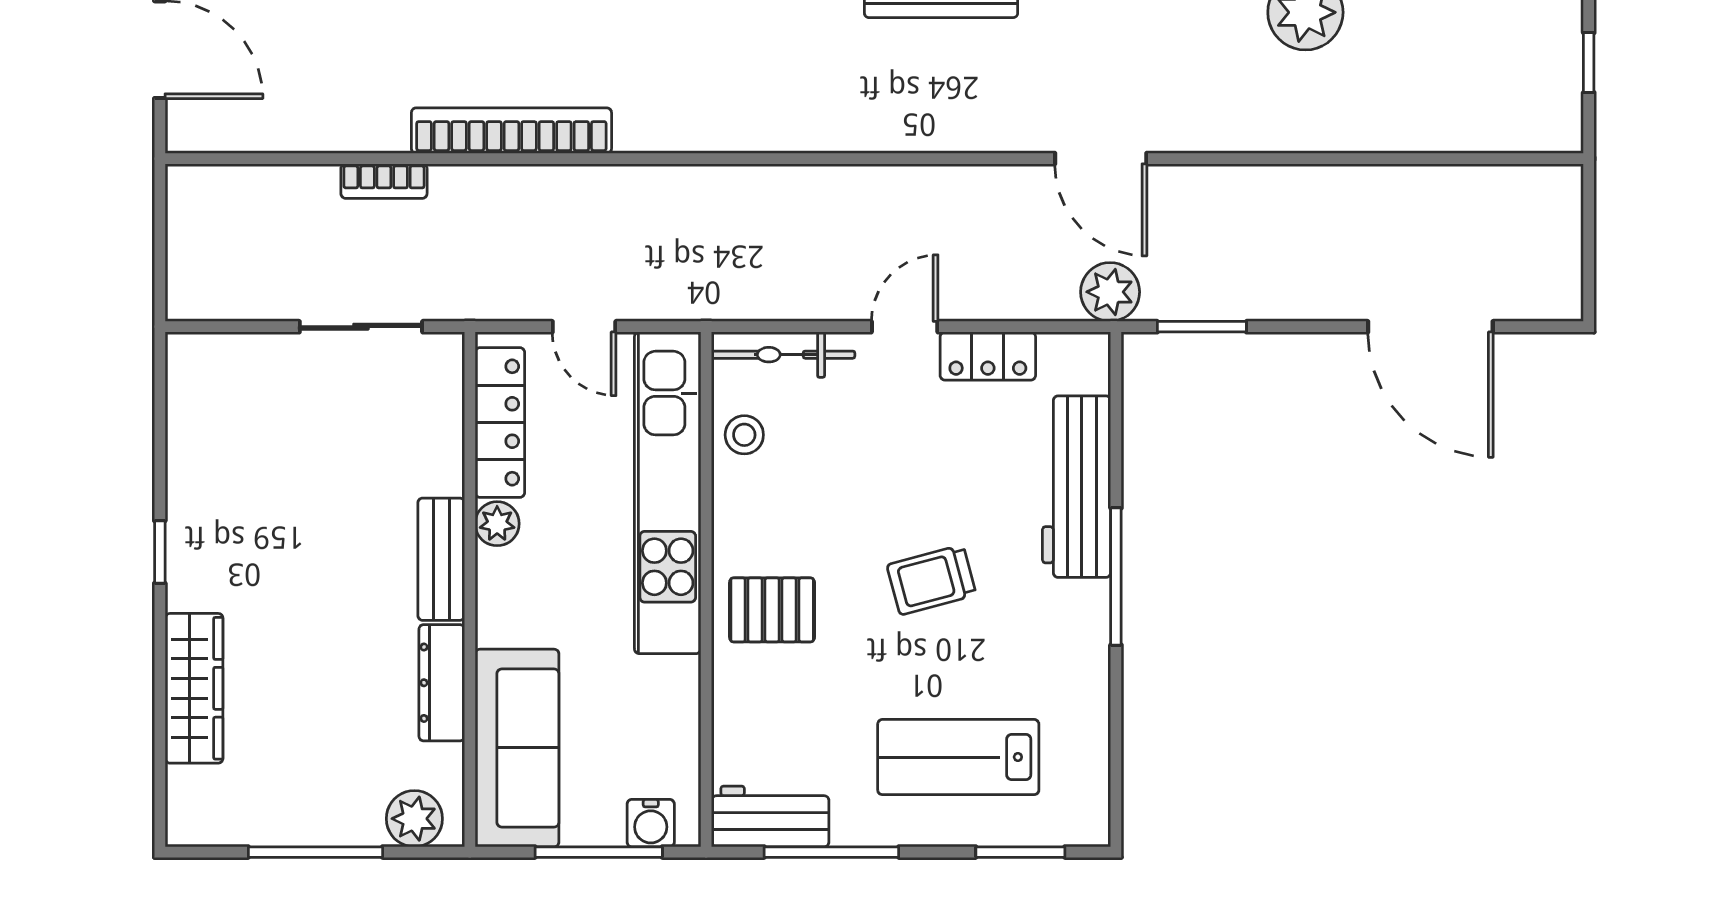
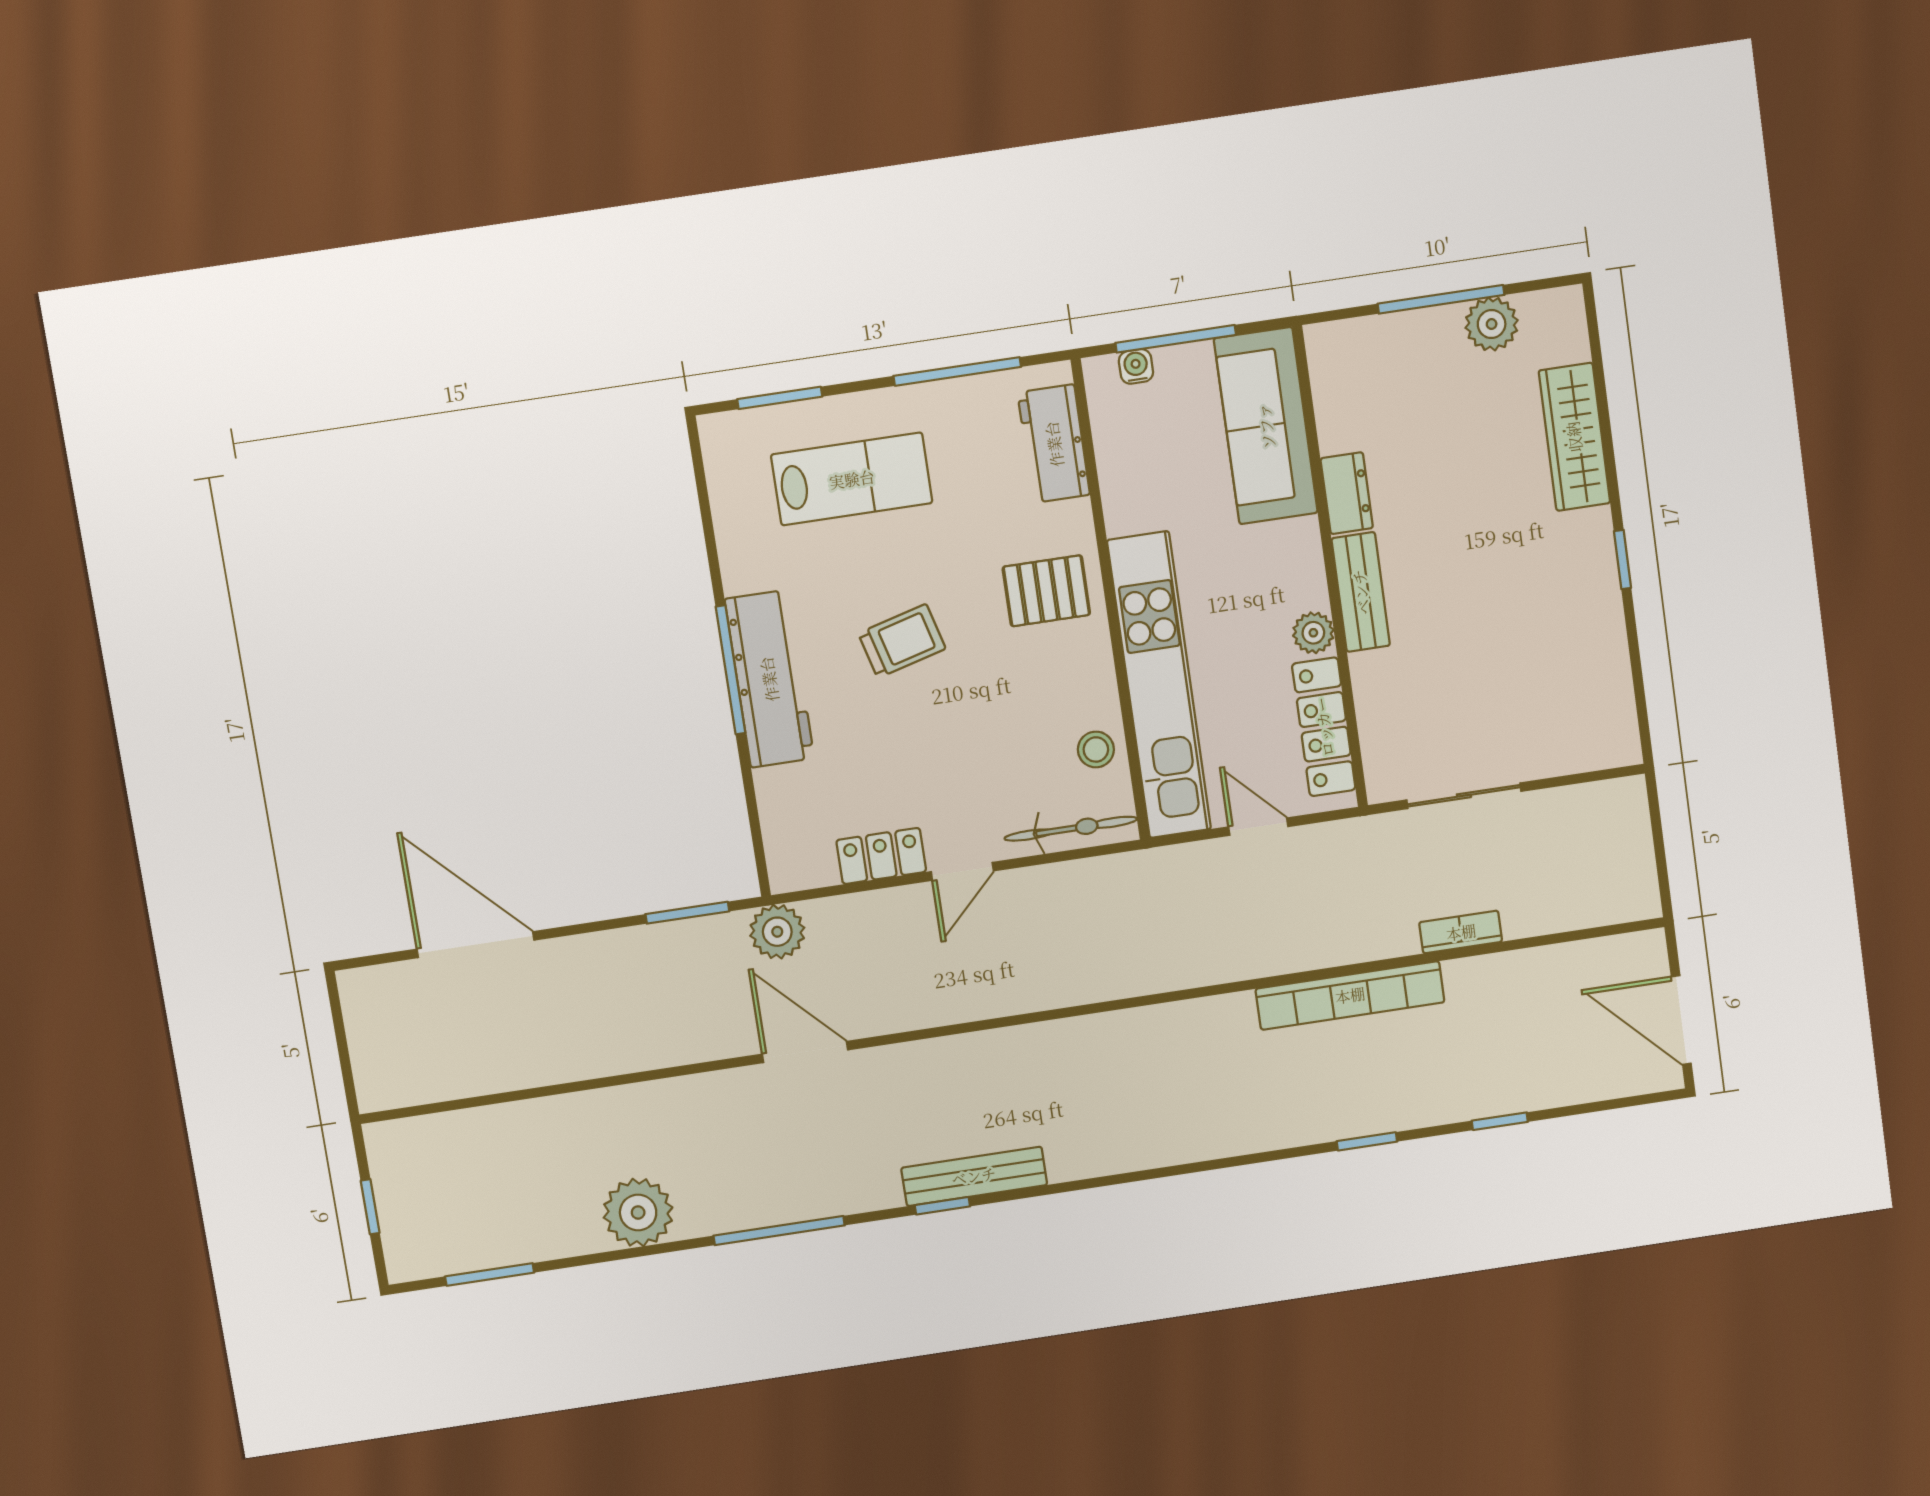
workbench: (1077, 487) -> (769, 679), moved
dresser: (442, 683) -> (1347, 493), width x0.70
workbench: (770, 816) -> (1054, 444), moved, turned 90
plant: (414, 819) -> (1492, 324), moved
water cooler: (651, 823) -> (1136, 366), width x0.72, depth x0.72

